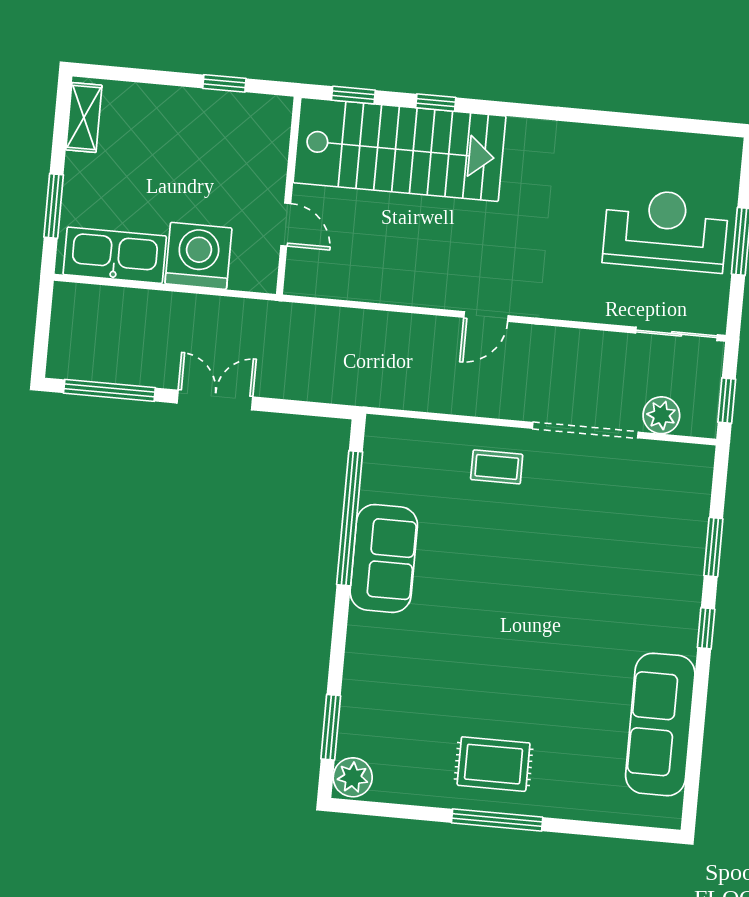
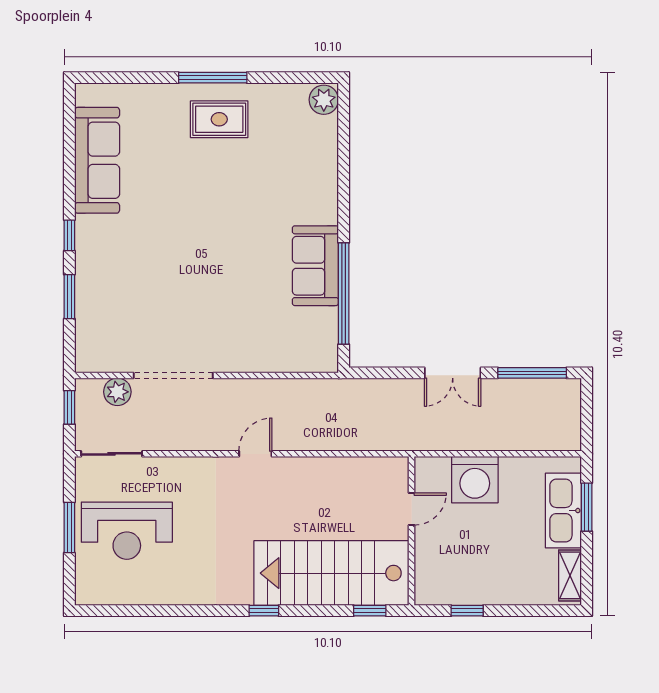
window: (436, 103) -> (264, 611), moved
door: (286, 225) -> (412, 509), swing flipped
kitchen sink: (115, 255) -> (563, 511), moved, turned 90
coffee table: (497, 467) -> (237, 342), removed
window: (331, 727) -> (344, 136), removed

